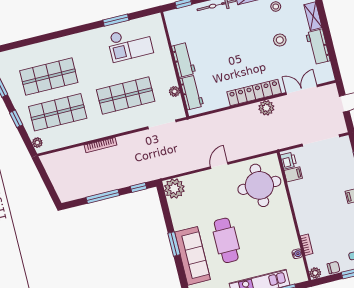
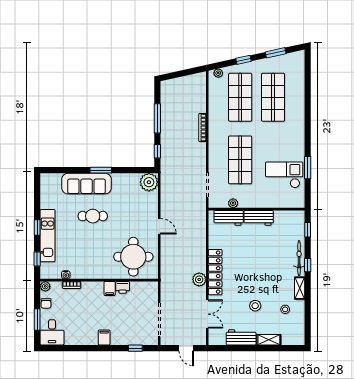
checkout: (130, 44) -> (284, 175), turned 90
printer: (288, 161) -> (123, 287), moved
filing cabinet: (293, 174) -> (110, 288), moved
cafe table: (226, 240) -> (93, 216), width x0.73, depth x0.74

